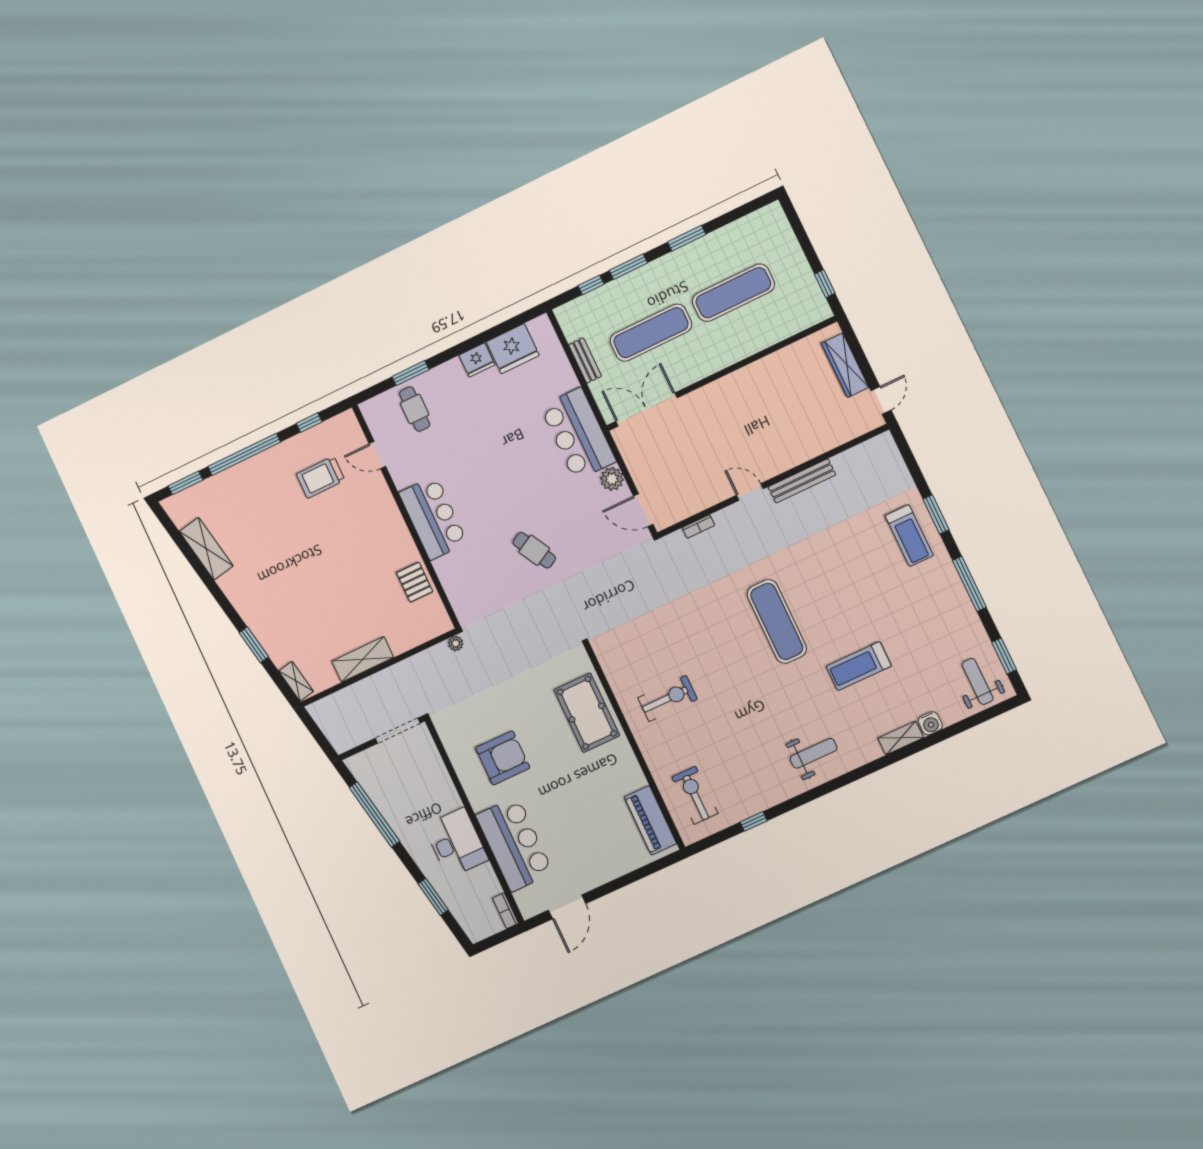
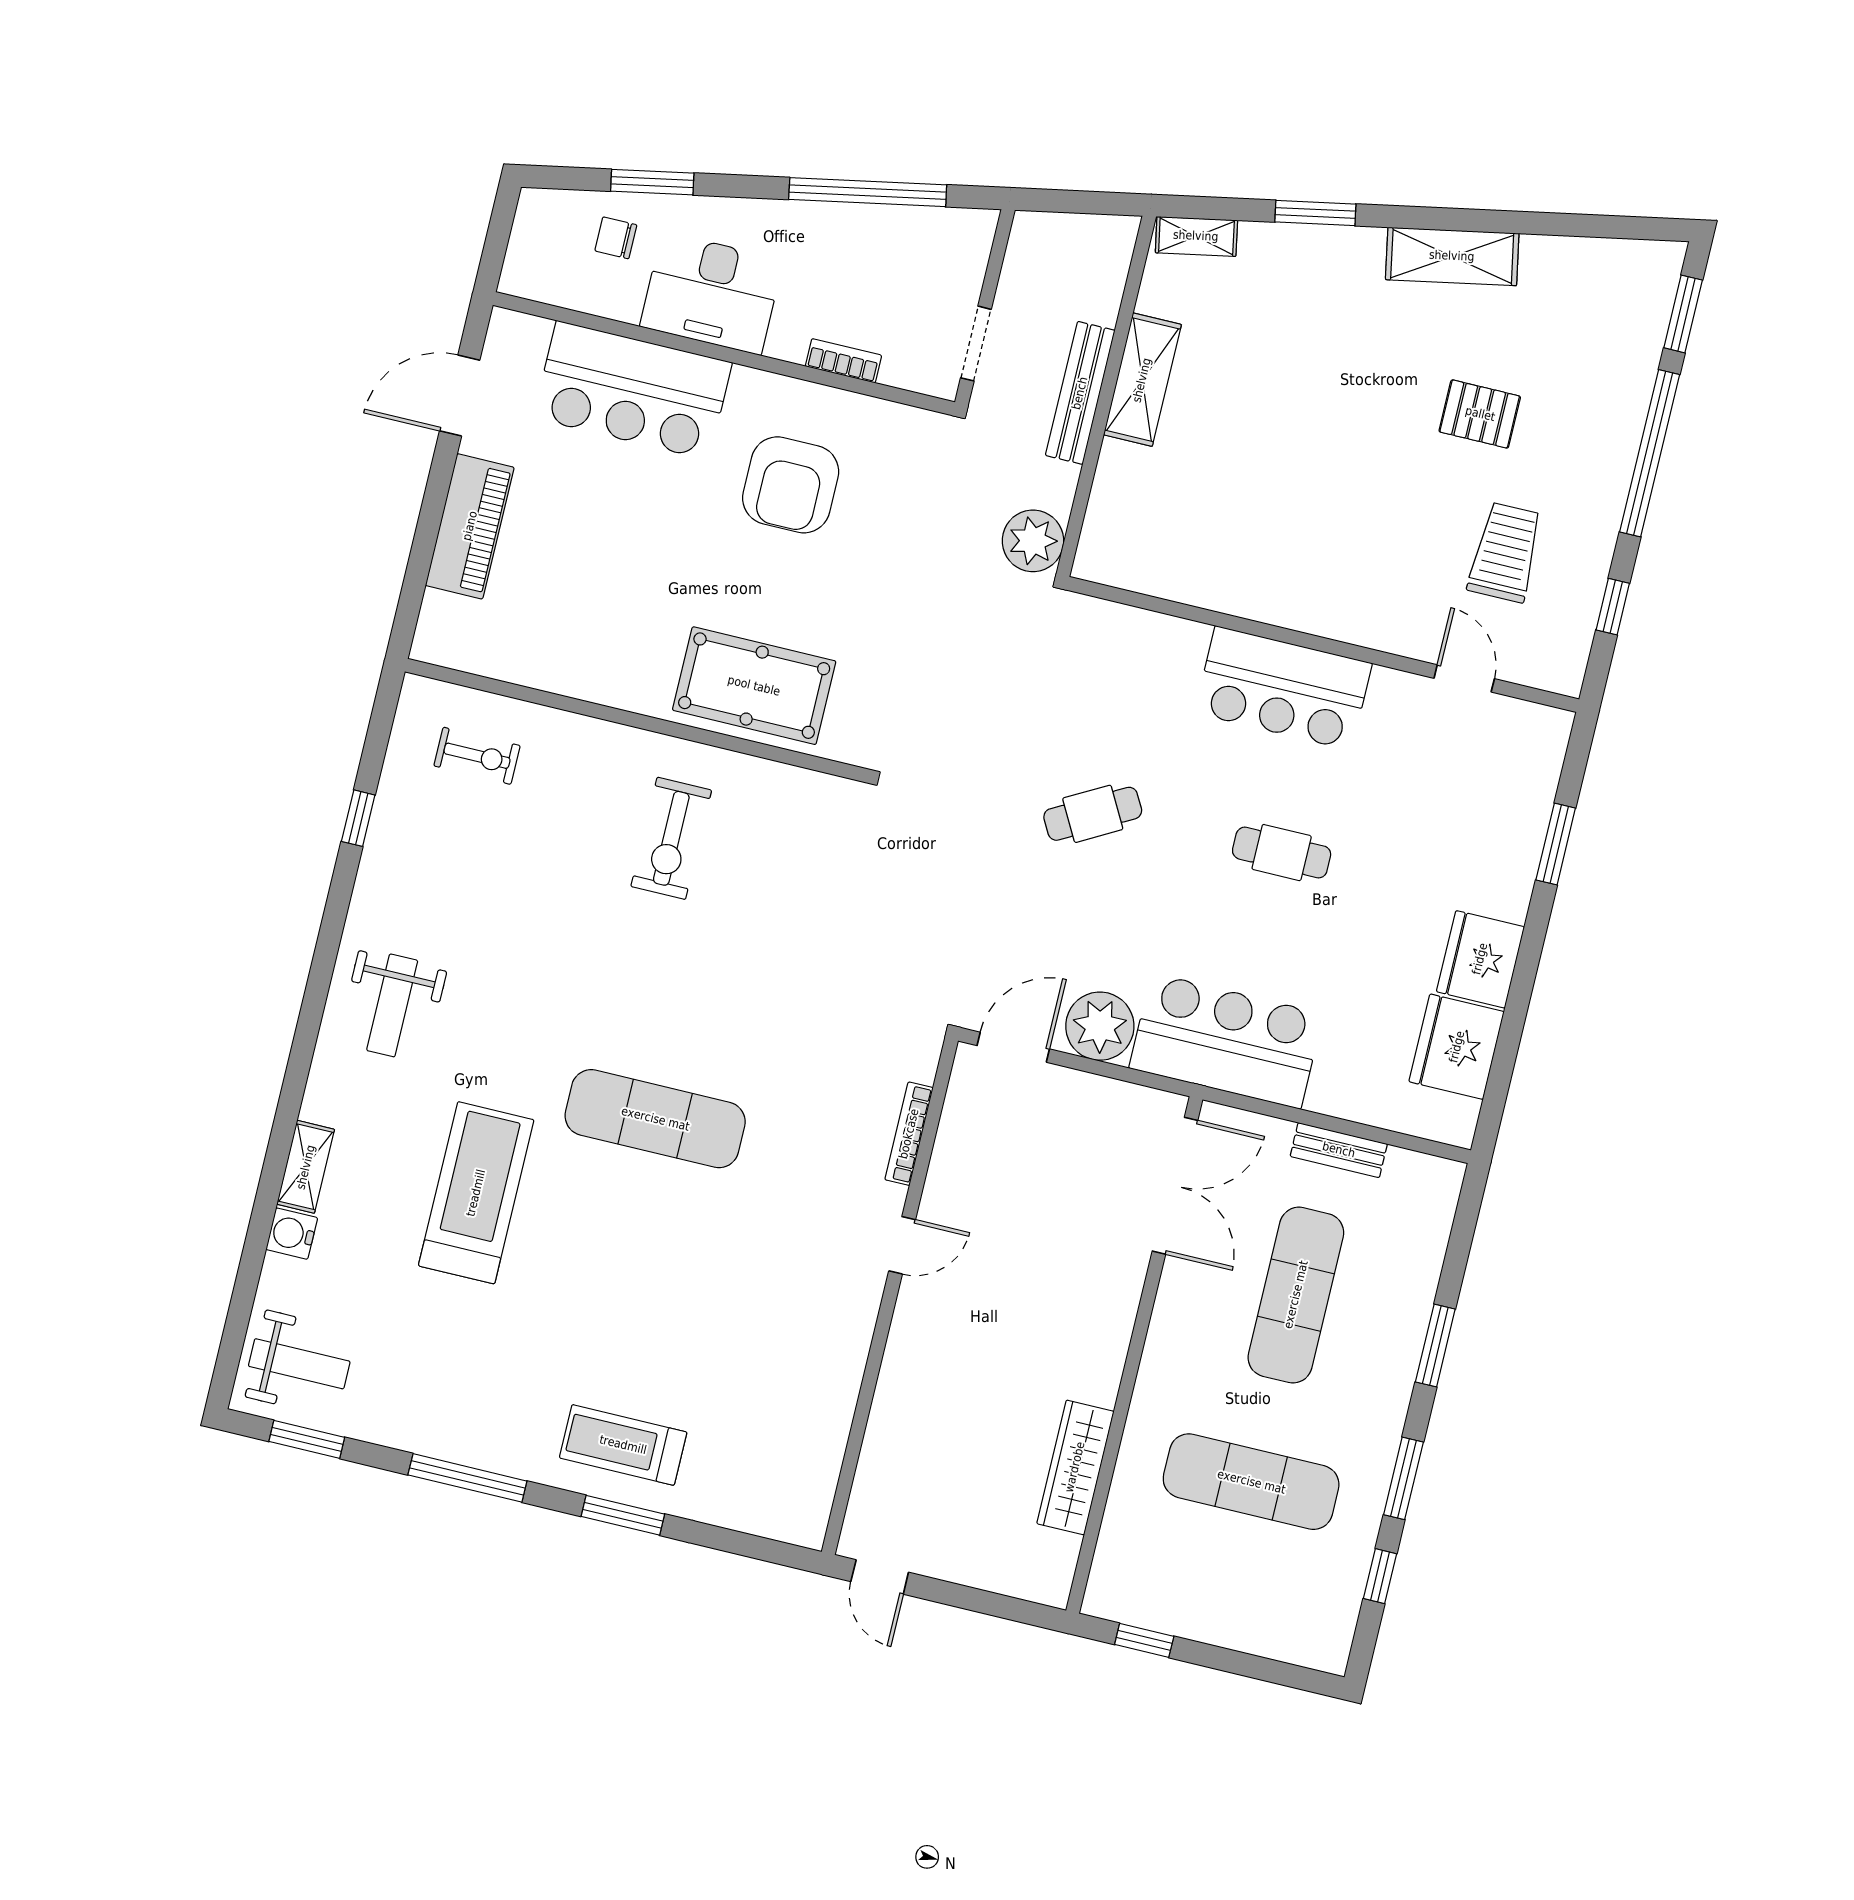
window: (591, 285) -> (1380, 1576), moved
exercise mat: (733, 293) -> (1251, 1482), turned 90
fridge: (477, 360) -> (1480, 959), width x1.36, depth x1.34
wardrobe: (845, 365) -> (1075, 1467), moved, turned -90
cafe table: (415, 409) -> (1282, 853), moved
door: (377, 455) -> (1464, 678), hinge flipped
plant: (612, 479) -> (1100, 1026), width x1.36, depth x1.36
bench: (802, 481) -> (1080, 393), moved
bookcase: (698, 527) -> (909, 1134), width x1.56
shelving: (206, 549) -> (1452, 256), moved
pallet: (415, 582) -> (1480, 414), moved
plant: (456, 643) -> (1033, 541), width x1.87, depth x1.87
treadmill: (859, 666) -> (476, 1193), width x1.37, depth x1.38
doorway: (398, 731) -> (976, 344), width x0.73
exercise bike: (695, 795) -> (477, 756), width x0.73, depth x0.72
piano: (650, 820) -> (470, 526), moved, turned 90
chair: (464, 894) -> (616, 238), added
door: (567, 907) -> (460, 396), hinge flipped
bookcase: (505, 911) -> (843, 361), moved

